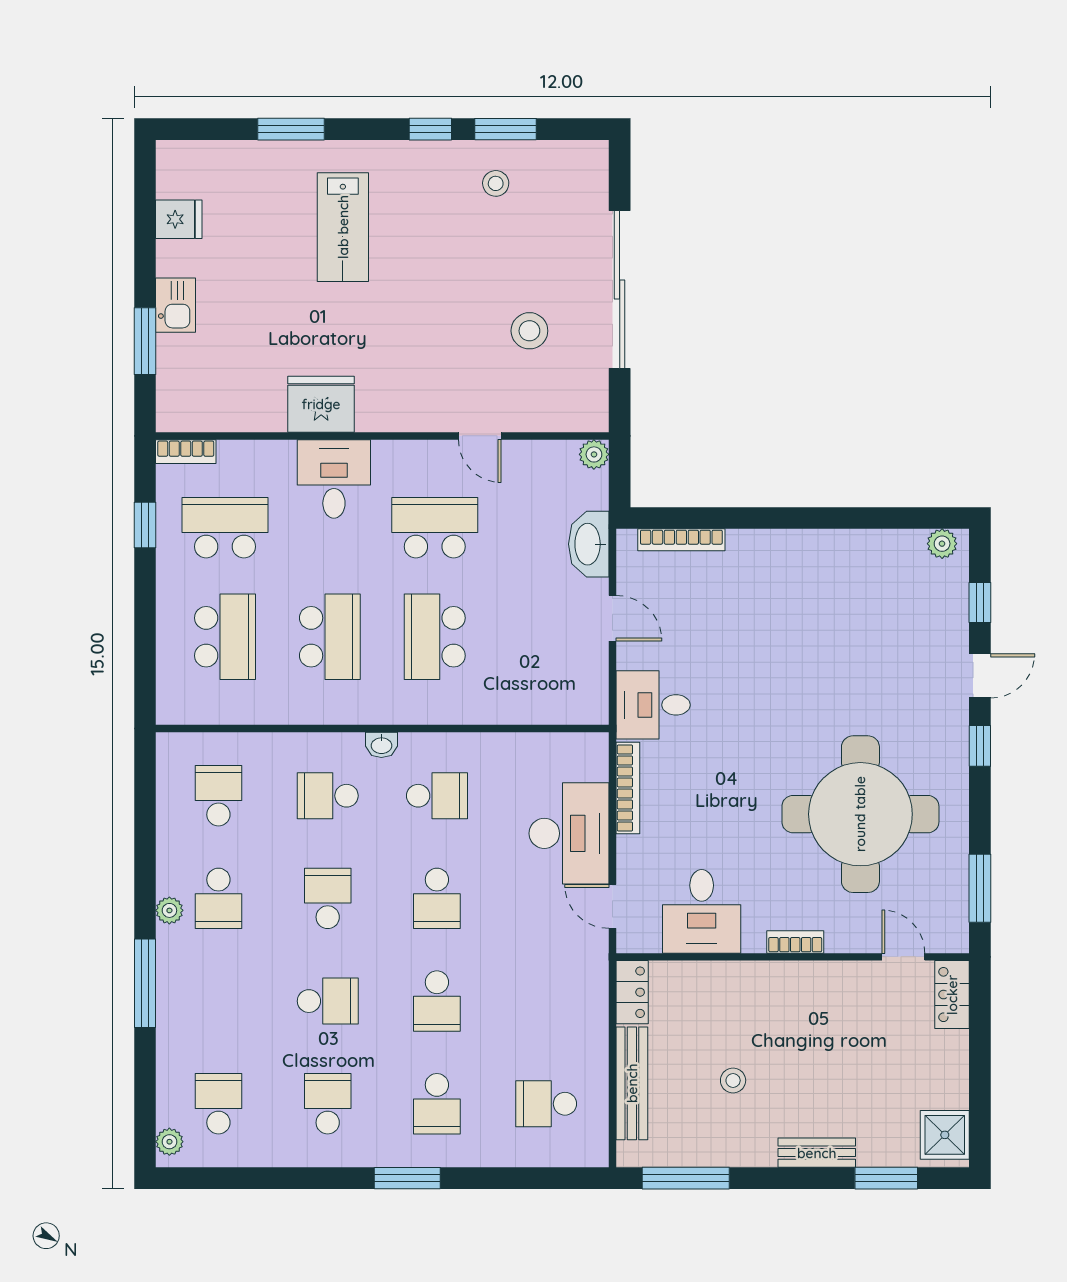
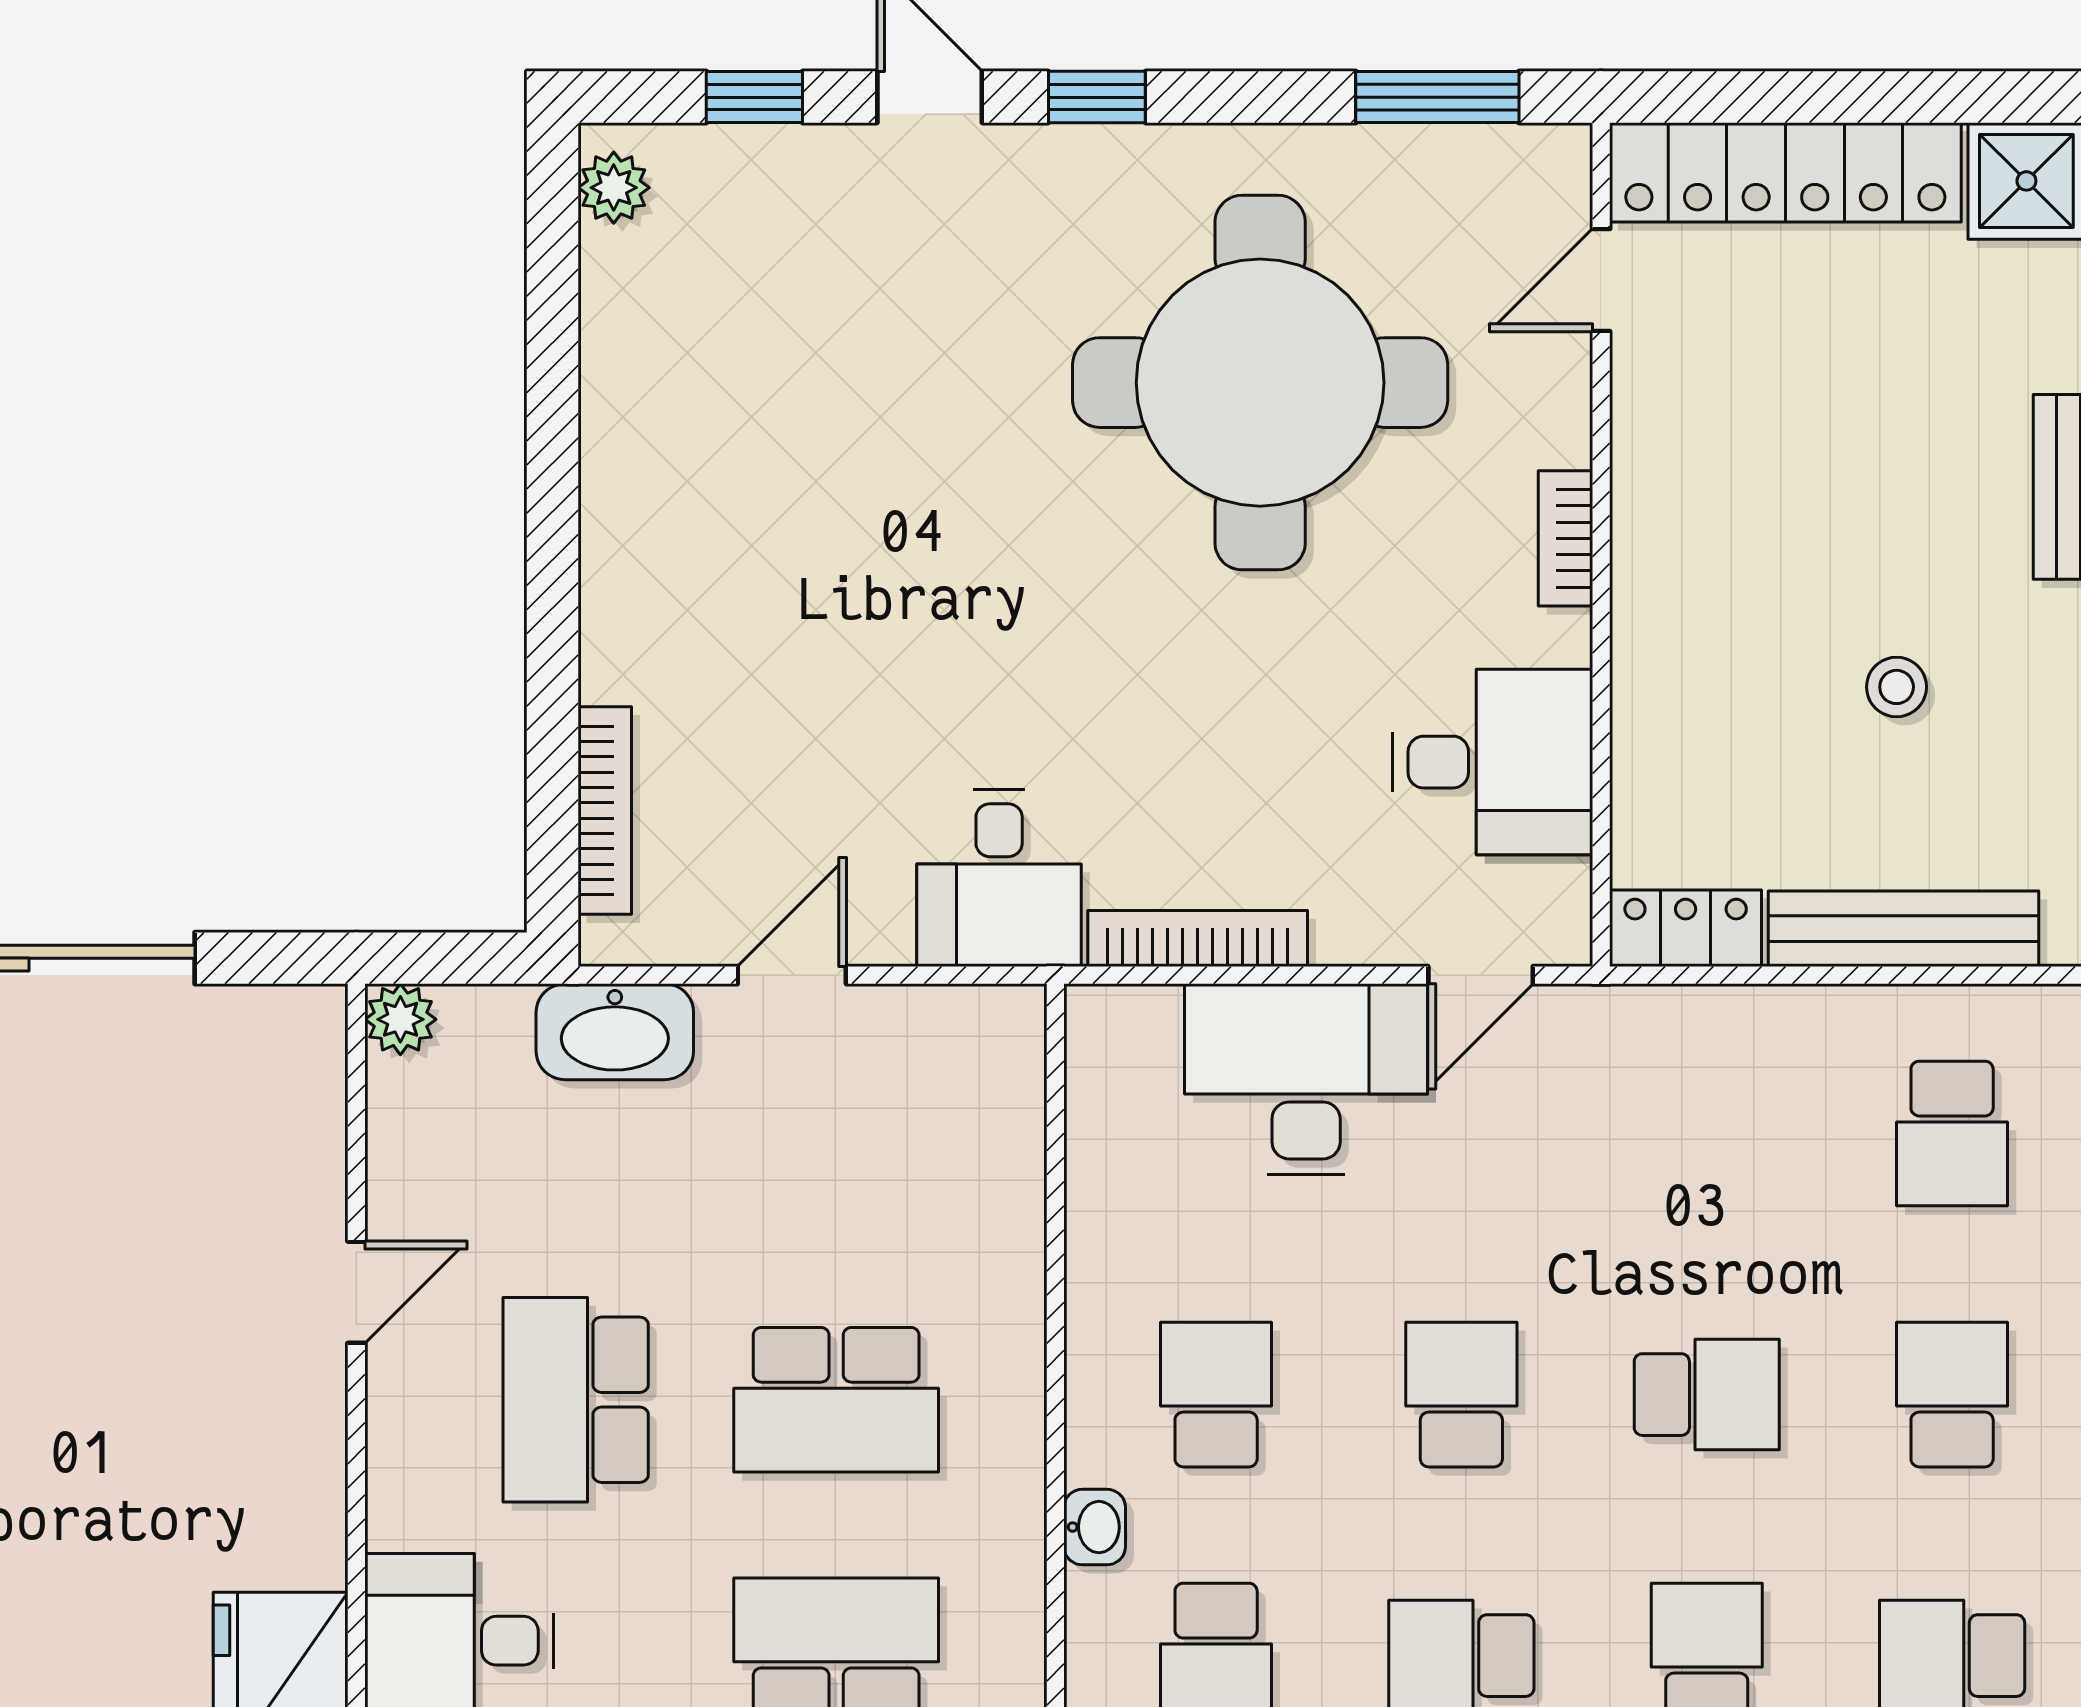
stool: (529, 331) -> (105, 1174), removed
school desk: (437, 898) -> (1461, 1395), turned -90
locker: (952, 995) -> (1785, 172), width x2.16, depth x1.21
school desk: (437, 1104) -> (1952, 1395), turned -90

